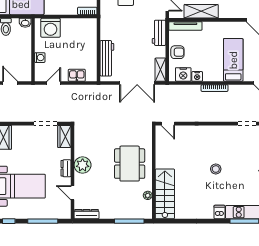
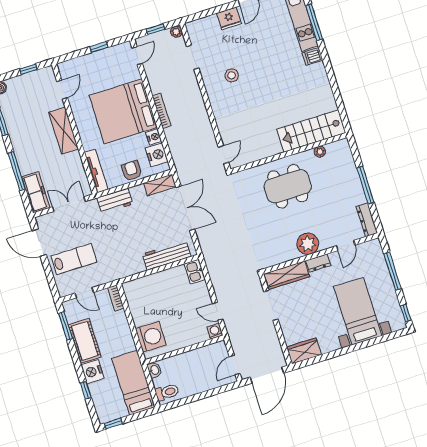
shelving: (201, 11) -> (64, 131), moved
washing machine: (40, 58) -> (215, 331), moved
bed: (233, 60) -> (123, 111), width x2.04
kitchen sink: (77, 75) -> (195, 272), moved
wardrobe: (64, 136) -> (286, 275), width x1.50
stool: (216, 169) -> (232, 75), moved
window: (129, 221) -> (365, 185), moved

